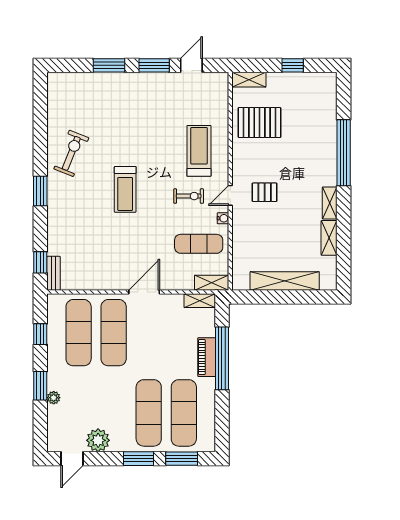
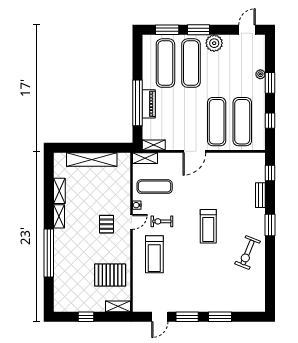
treadmill: (125, 189) -> (208, 226), turned 180
pallet: (265, 192) -> (106, 224), turned 90
bench: (54, 273) -> (260, 195), moved
plant: (98, 440) -> (214, 43), moved

